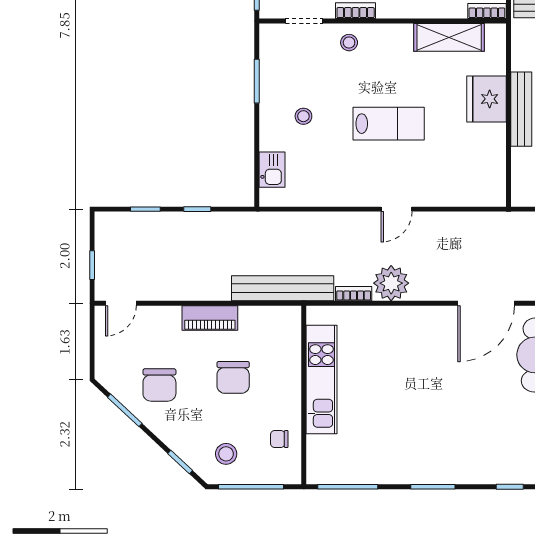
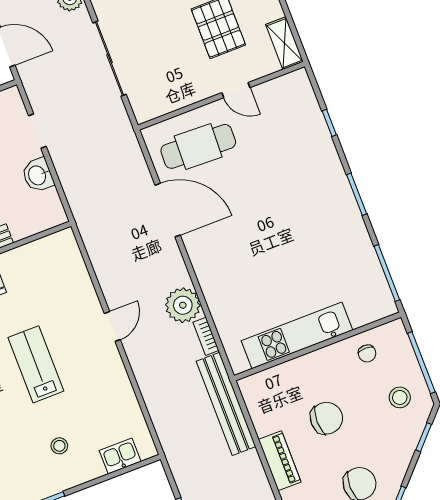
door: (397, 209) -> (112, 327), hinge flipped

